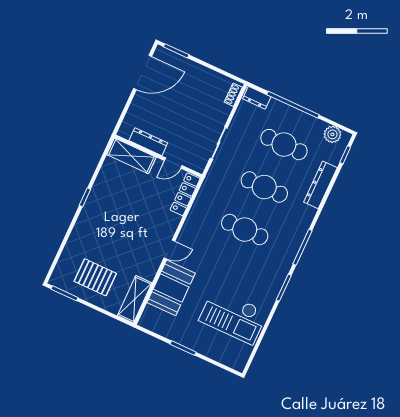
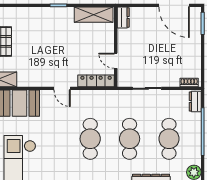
dresser: (148, 142) -> (123, 17), moved, width x0.70
shelving: (131, 156) -> (94, 15), moved, turned 90
door: (169, 249) -> (62, 88), moved

